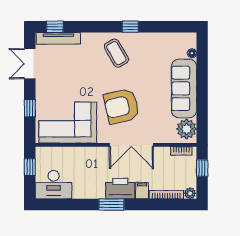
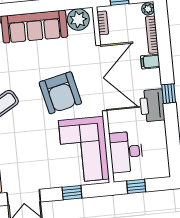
double door: (131, 145) -> (101, 78), width x1.36
desk: (54, 185) -> (126, 152), moved, turned 180
printer: (120, 189) -> (152, 105), moved
window: (111, 205) -> (169, 94), width x0.67

